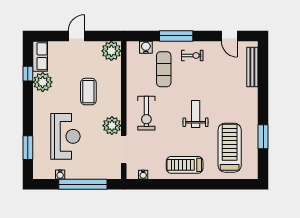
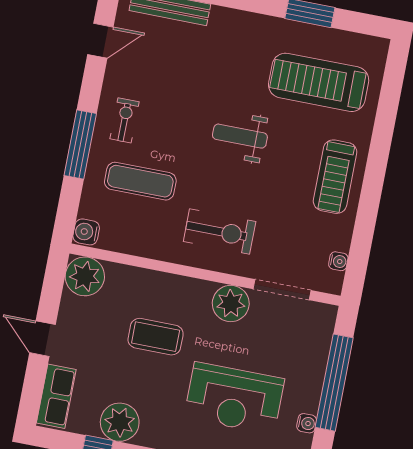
water cooler: (146, 47) -> (86, 232), moved
row of seats: (40, 56) -> (56, 396), moved, turned 90
reception desk: (65, 136) -> (234, 398), turned 180

